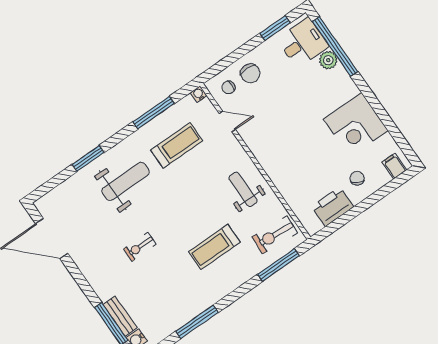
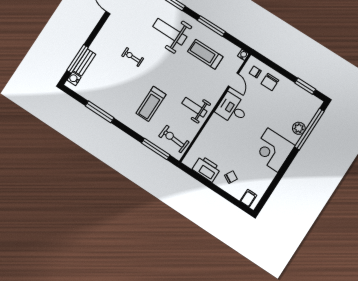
desk: (303, 43) -> (232, 109), moved, turned 180
window: (154, 113) -> (211, 26), moved
corner desk: (356, 125) -> (273, 150), moved
treadmill: (177, 145) -> (205, 54), turned 180
weight bench: (126, 181) -> (170, 32), turned 180
weight bench: (243, 189) -> (194, 107), turned -90
treadmill: (214, 247) -> (151, 104), turned -90

